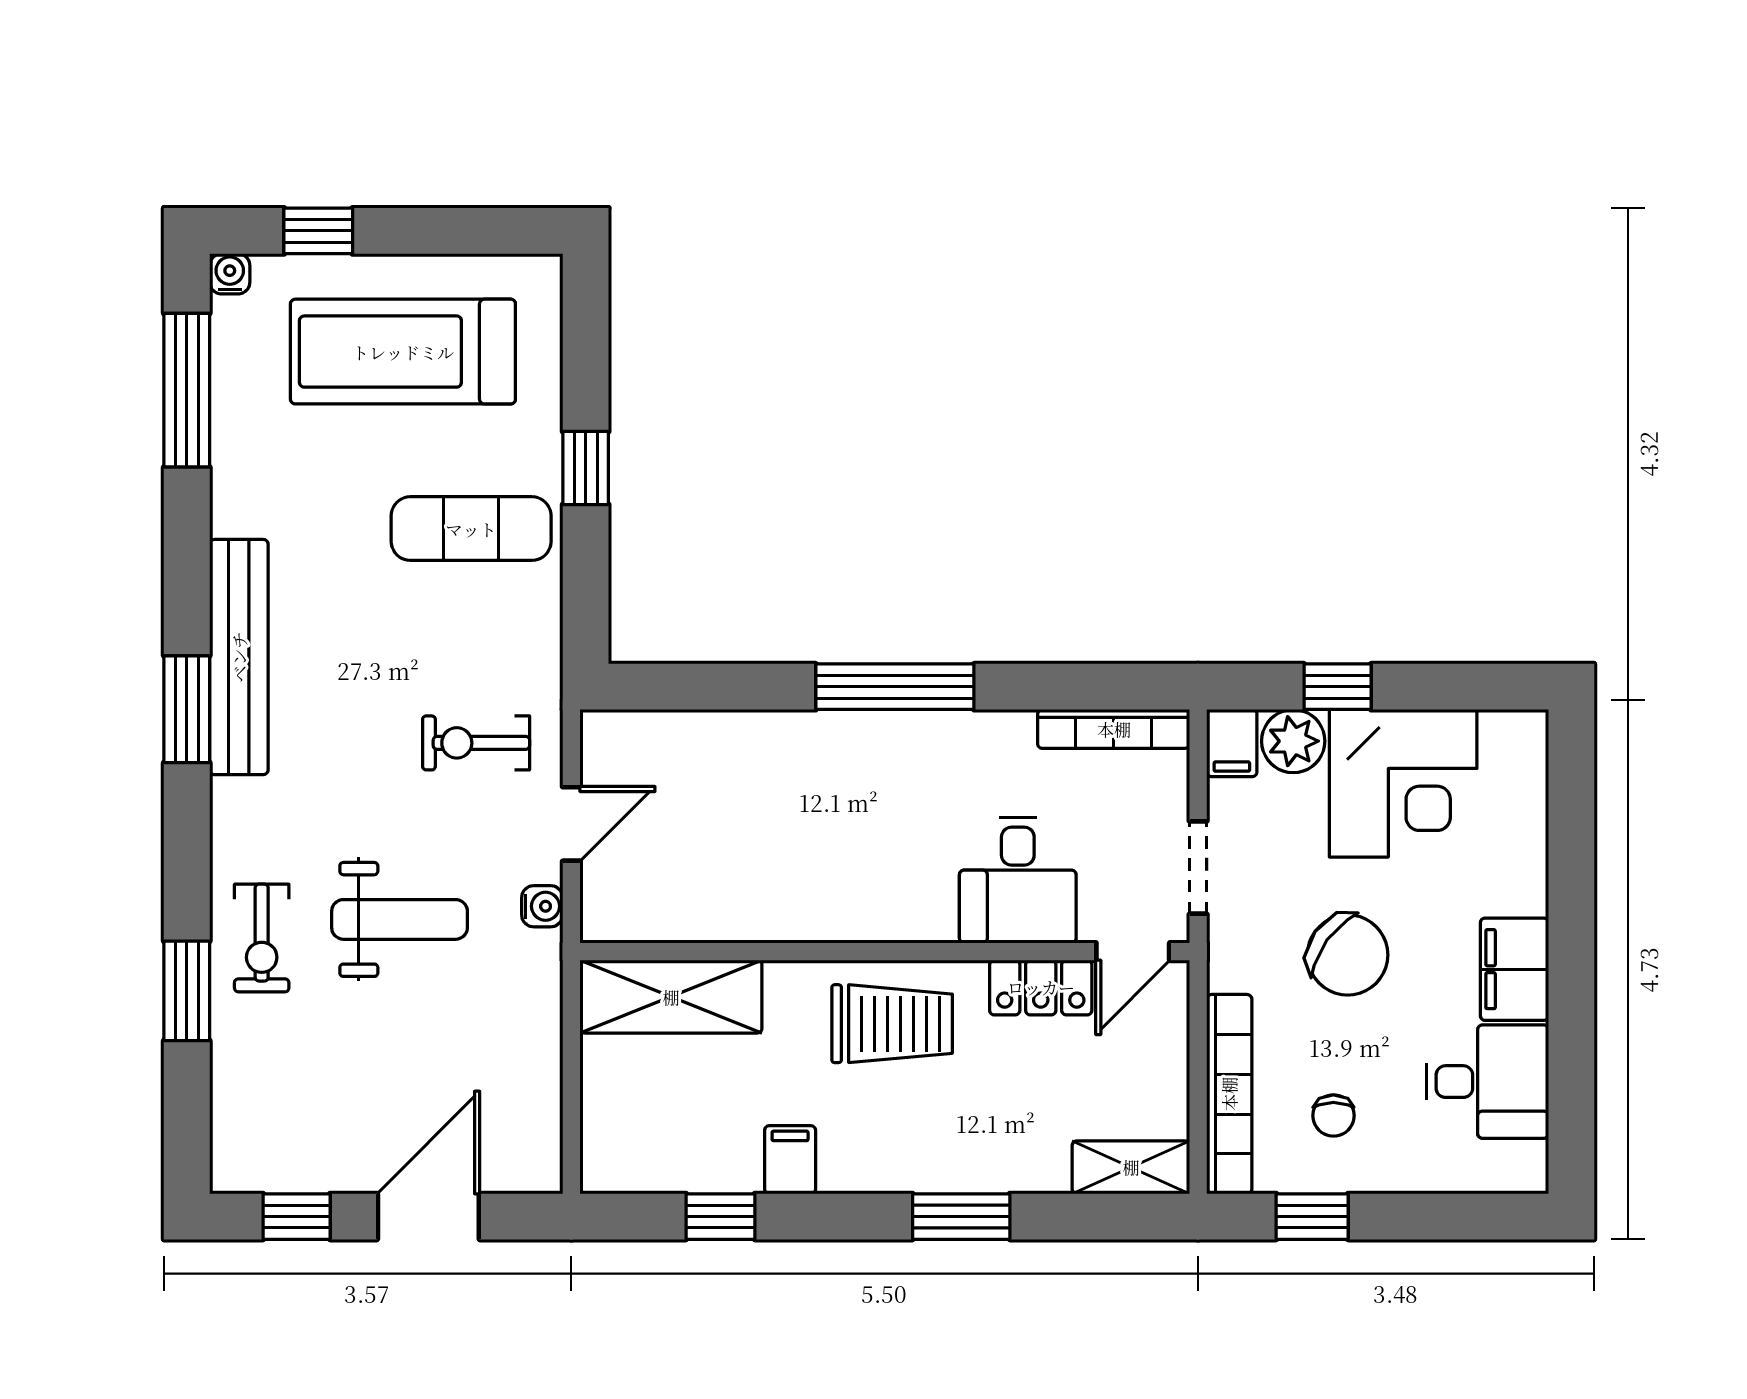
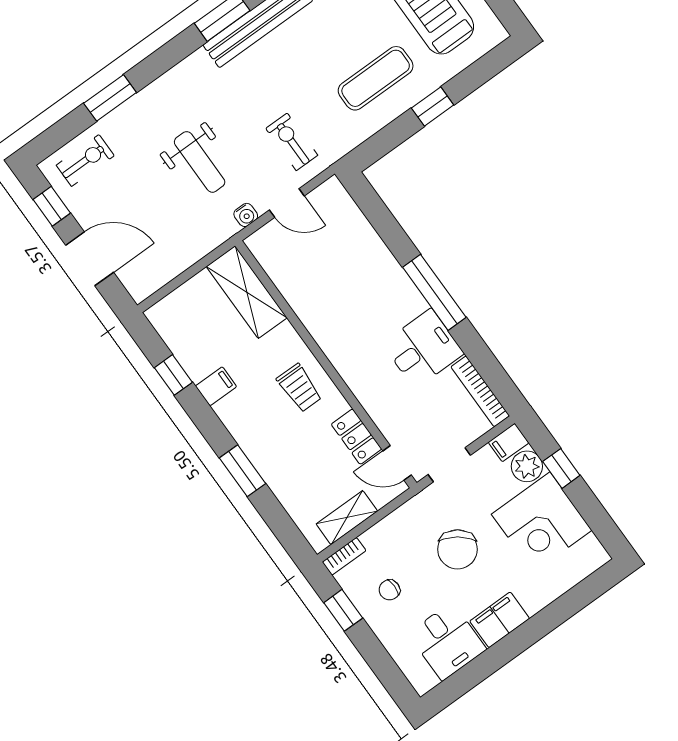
exercise mat: (471, 529) -> (376, 78), turned 90
desk: (1018, 880) -> (423, 349), moved, turned 180
exercise bike: (262, 938) -> (85, 160), moved, turned 180
trolley: (892, 1024) -> (299, 388), width x0.73, depth x0.72
bookcase: (1229, 1094) -> (344, 556), width x0.43, depth x0.76
shelving: (1131, 1167) -> (347, 518), moved, turned 90

